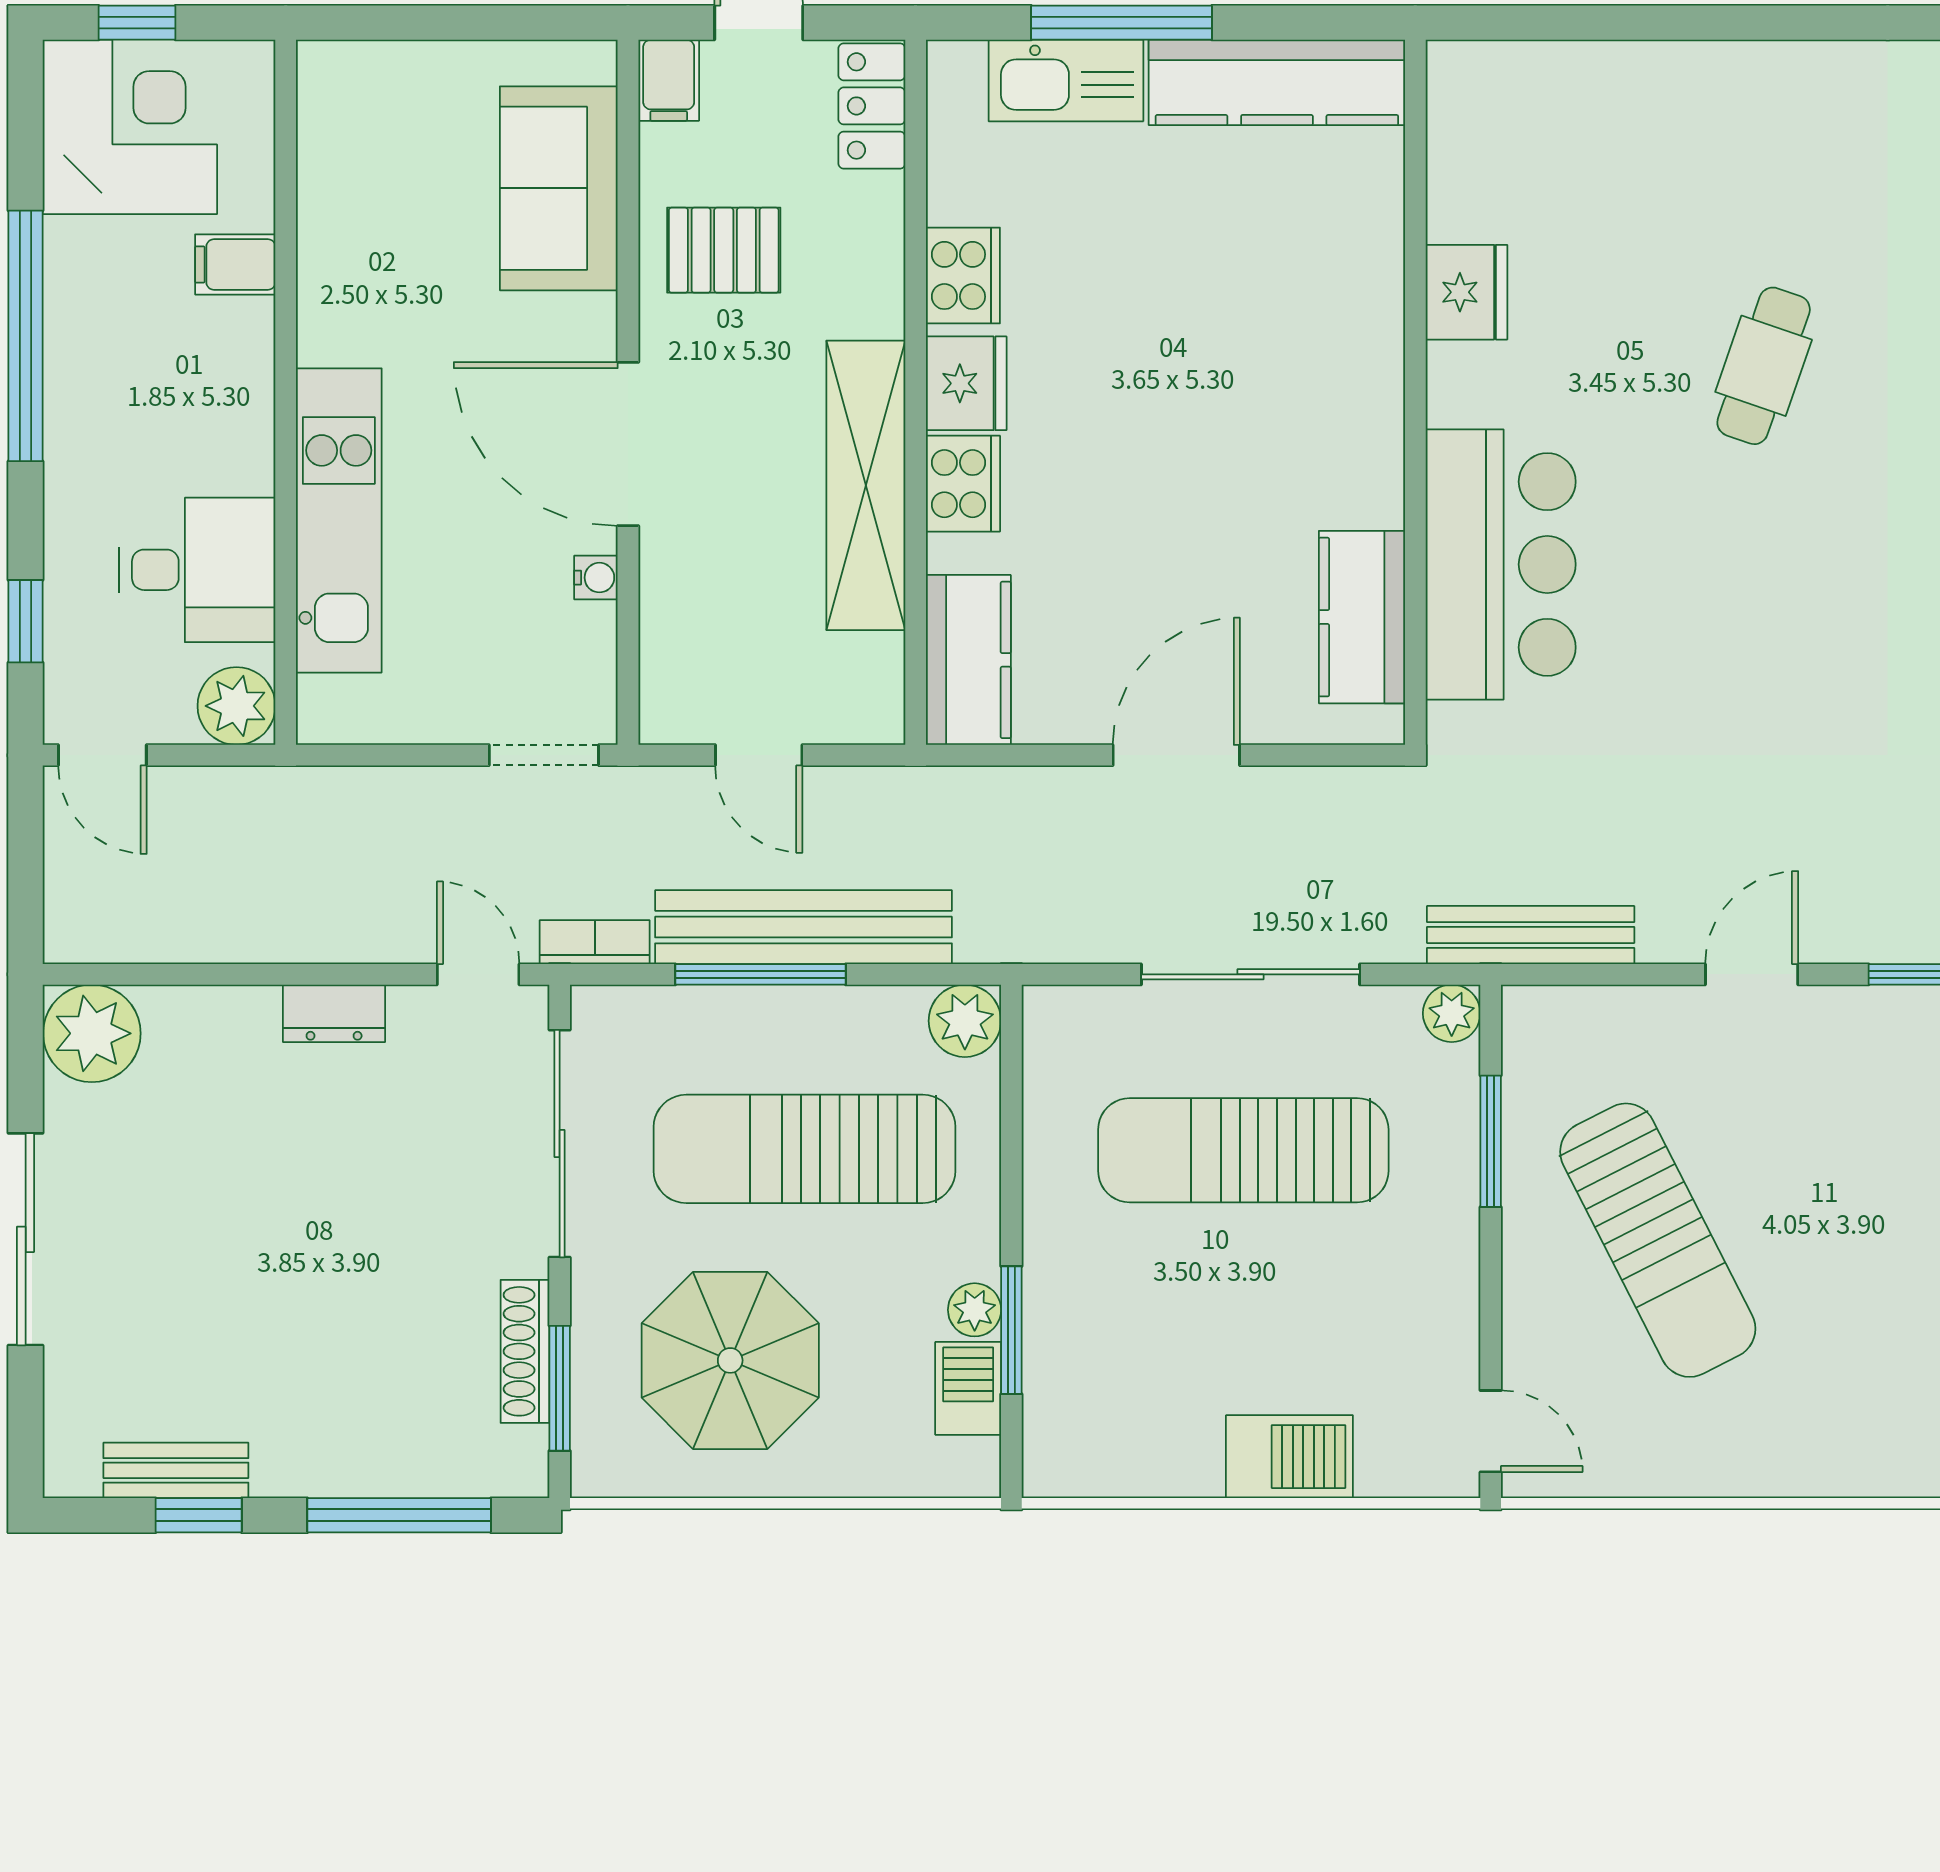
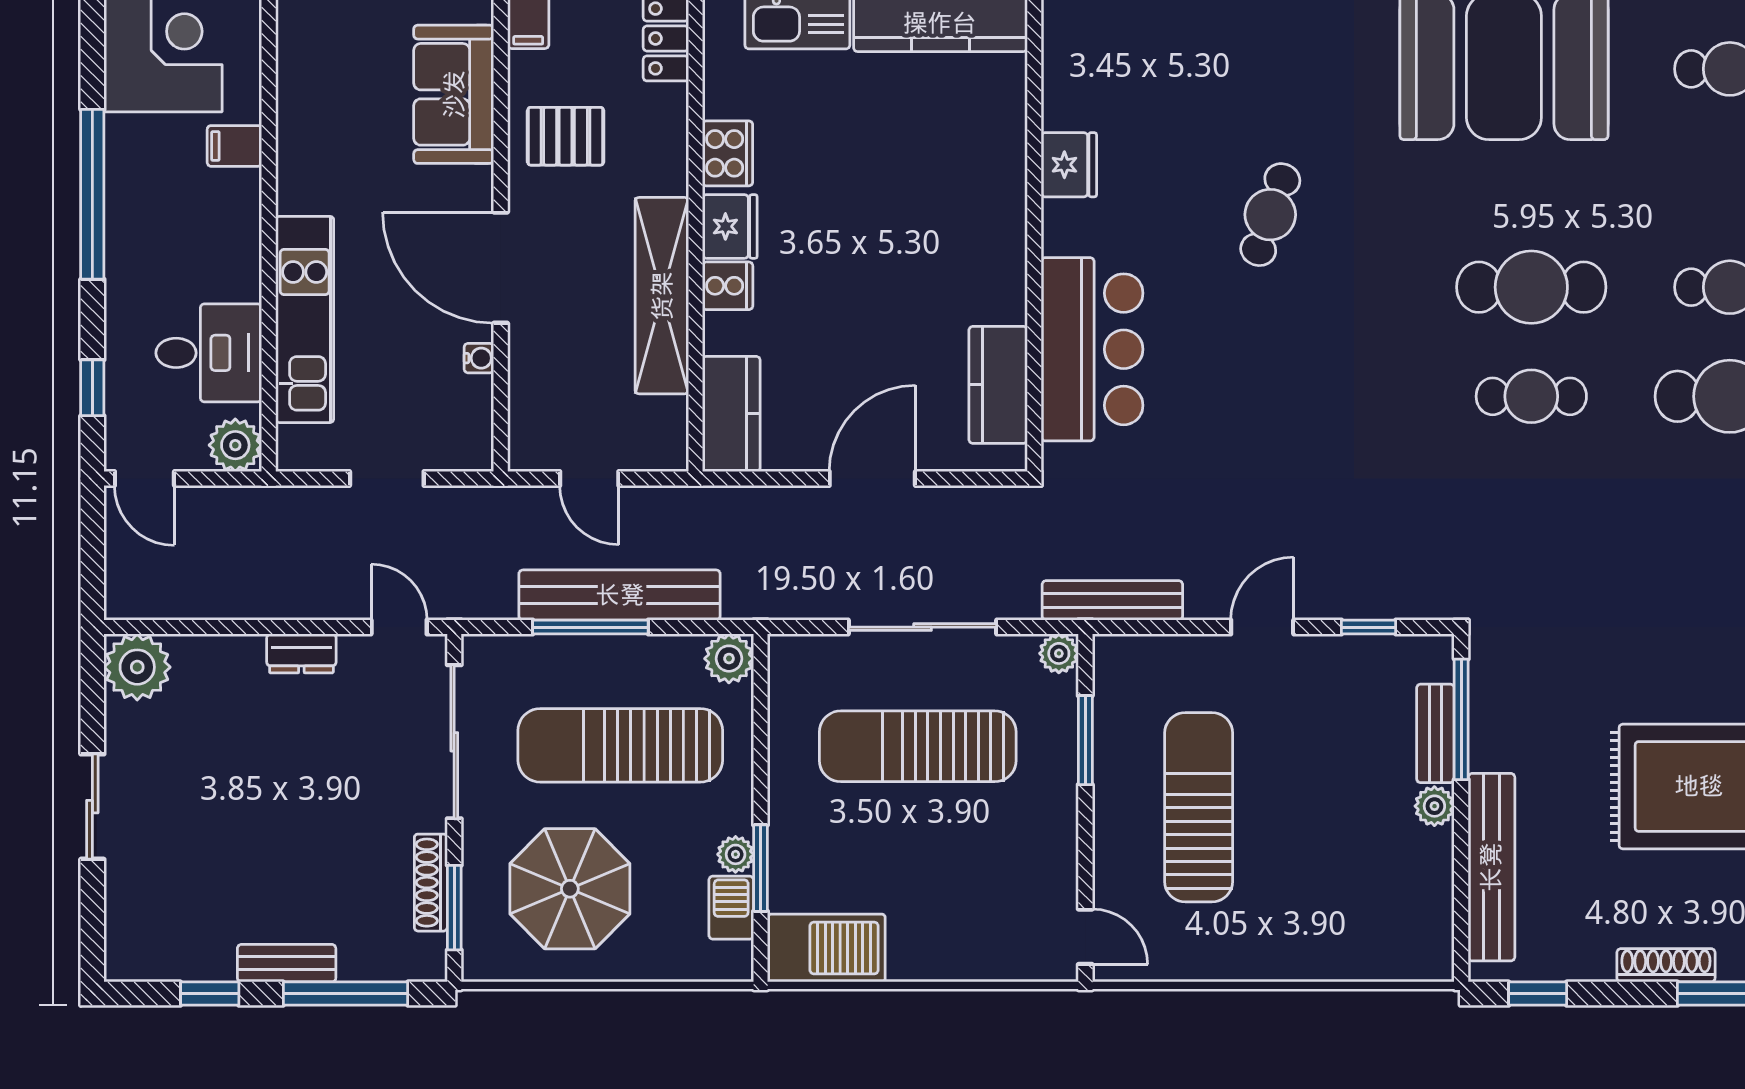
cooker: (963, 484) -> (728, 286), width x0.73
doorway: (544, 755) -> (387, 479), moved
bookcase: (595, 942) -> (478, 605), removed
sliding door: (26, 1239) -> (92, 807), width x0.73
sun lounger: (1658, 1240) -> (1199, 807), turned -153
barbecue: (1289, 1457) -> (826, 948), moved, width x1.37, depth x1.21
bench: (176, 1470) -> (287, 963), moved

